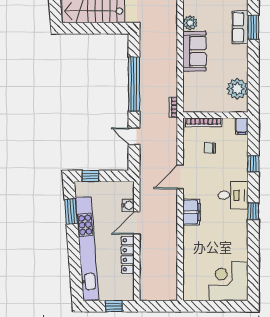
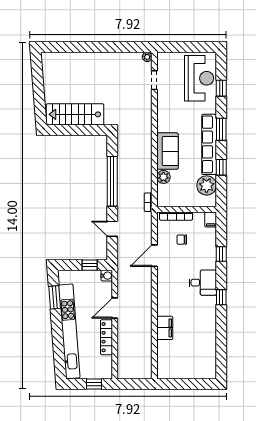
plant: (190, 23) -> (163, 177), moved
row of seats: (240, 27) -> (209, 144), width x2.02
window: (253, 69) -> (221, 167), added
window: (90, 176) -> (90, 265), moved
door: (180, 177) -> (154, 256), moved
water cooler: (128, 205) -> (107, 276), moved
filing cabinet: (191, 212) -> (165, 328), moved
corner desk: (228, 281) -> (198, 361), removed

